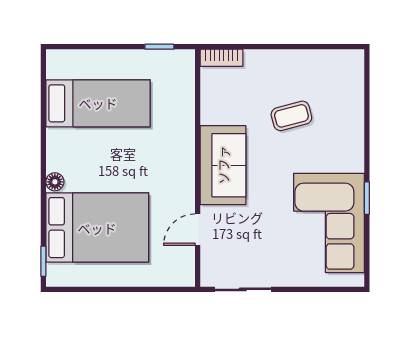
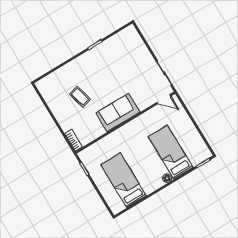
corner sofa: (329, 223) -> (115, 54), removed
bed: (97, 228) -> (170, 152), width x0.67
door: (198, 230) -> (164, 99), moved

